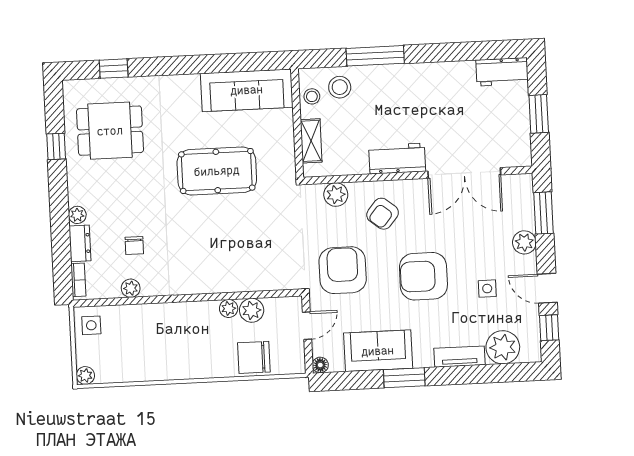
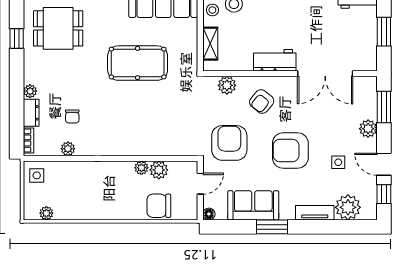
plant: (85, 375) -> (46, 213), moved

